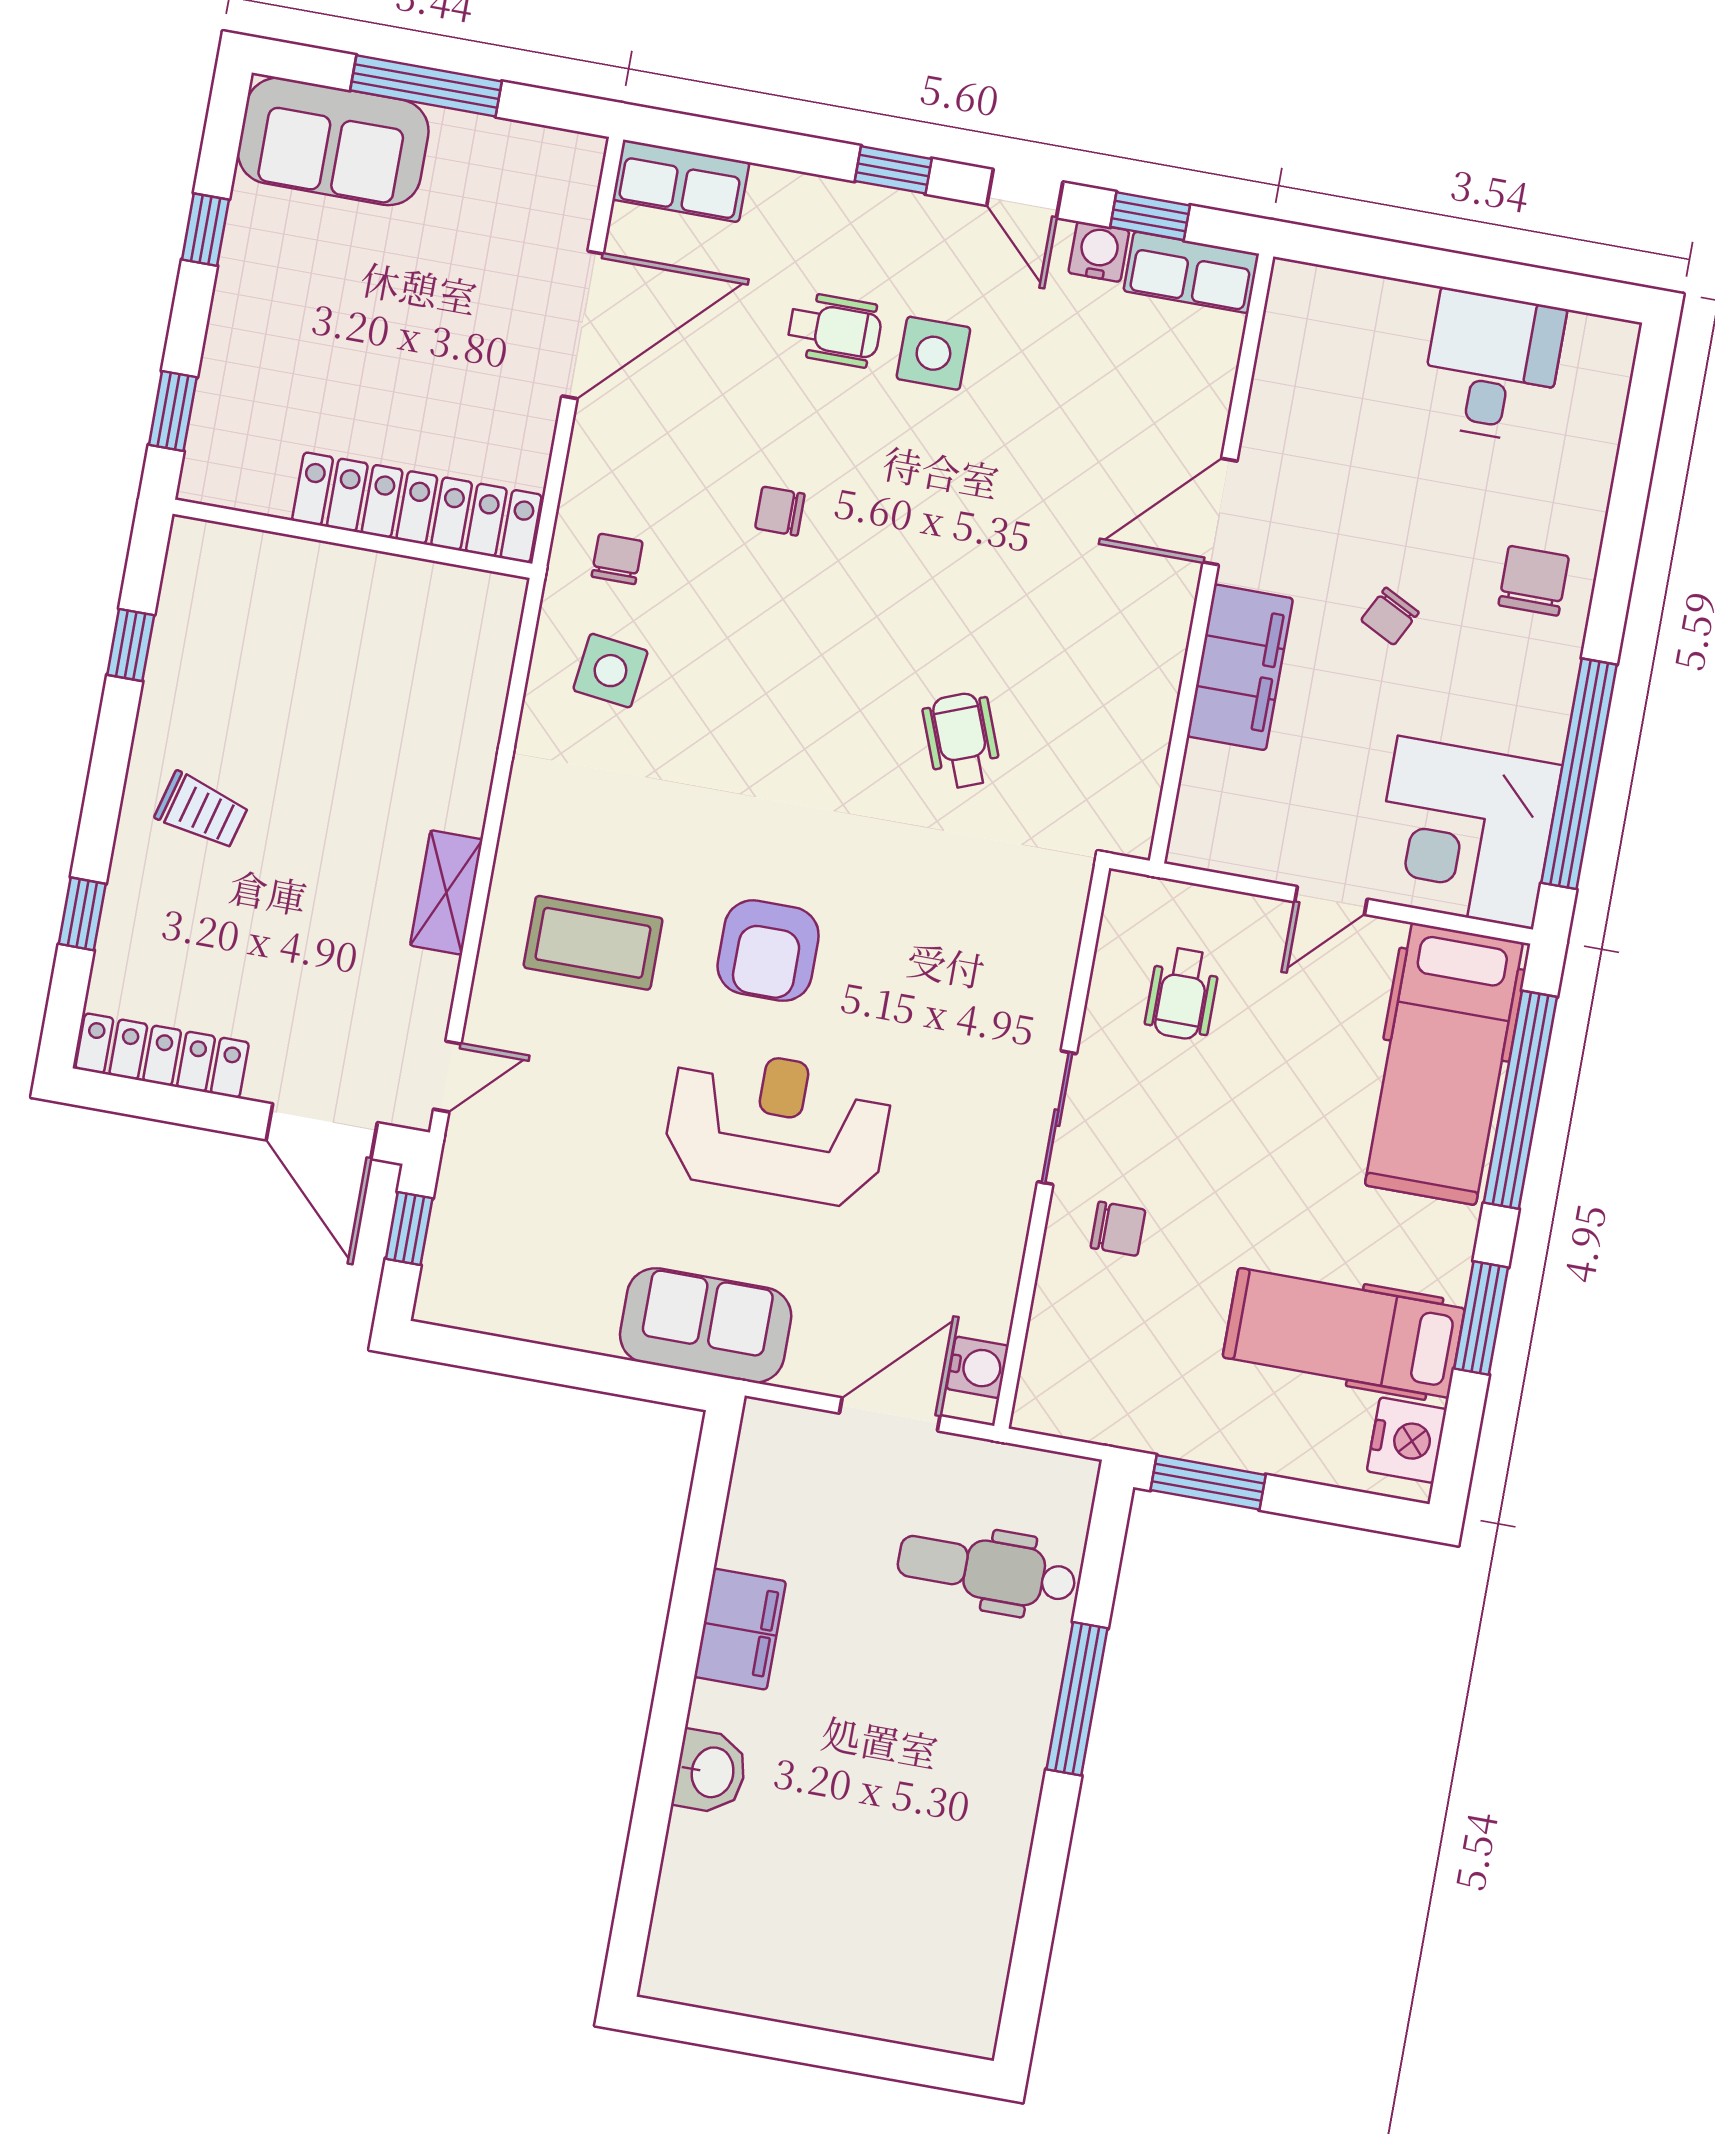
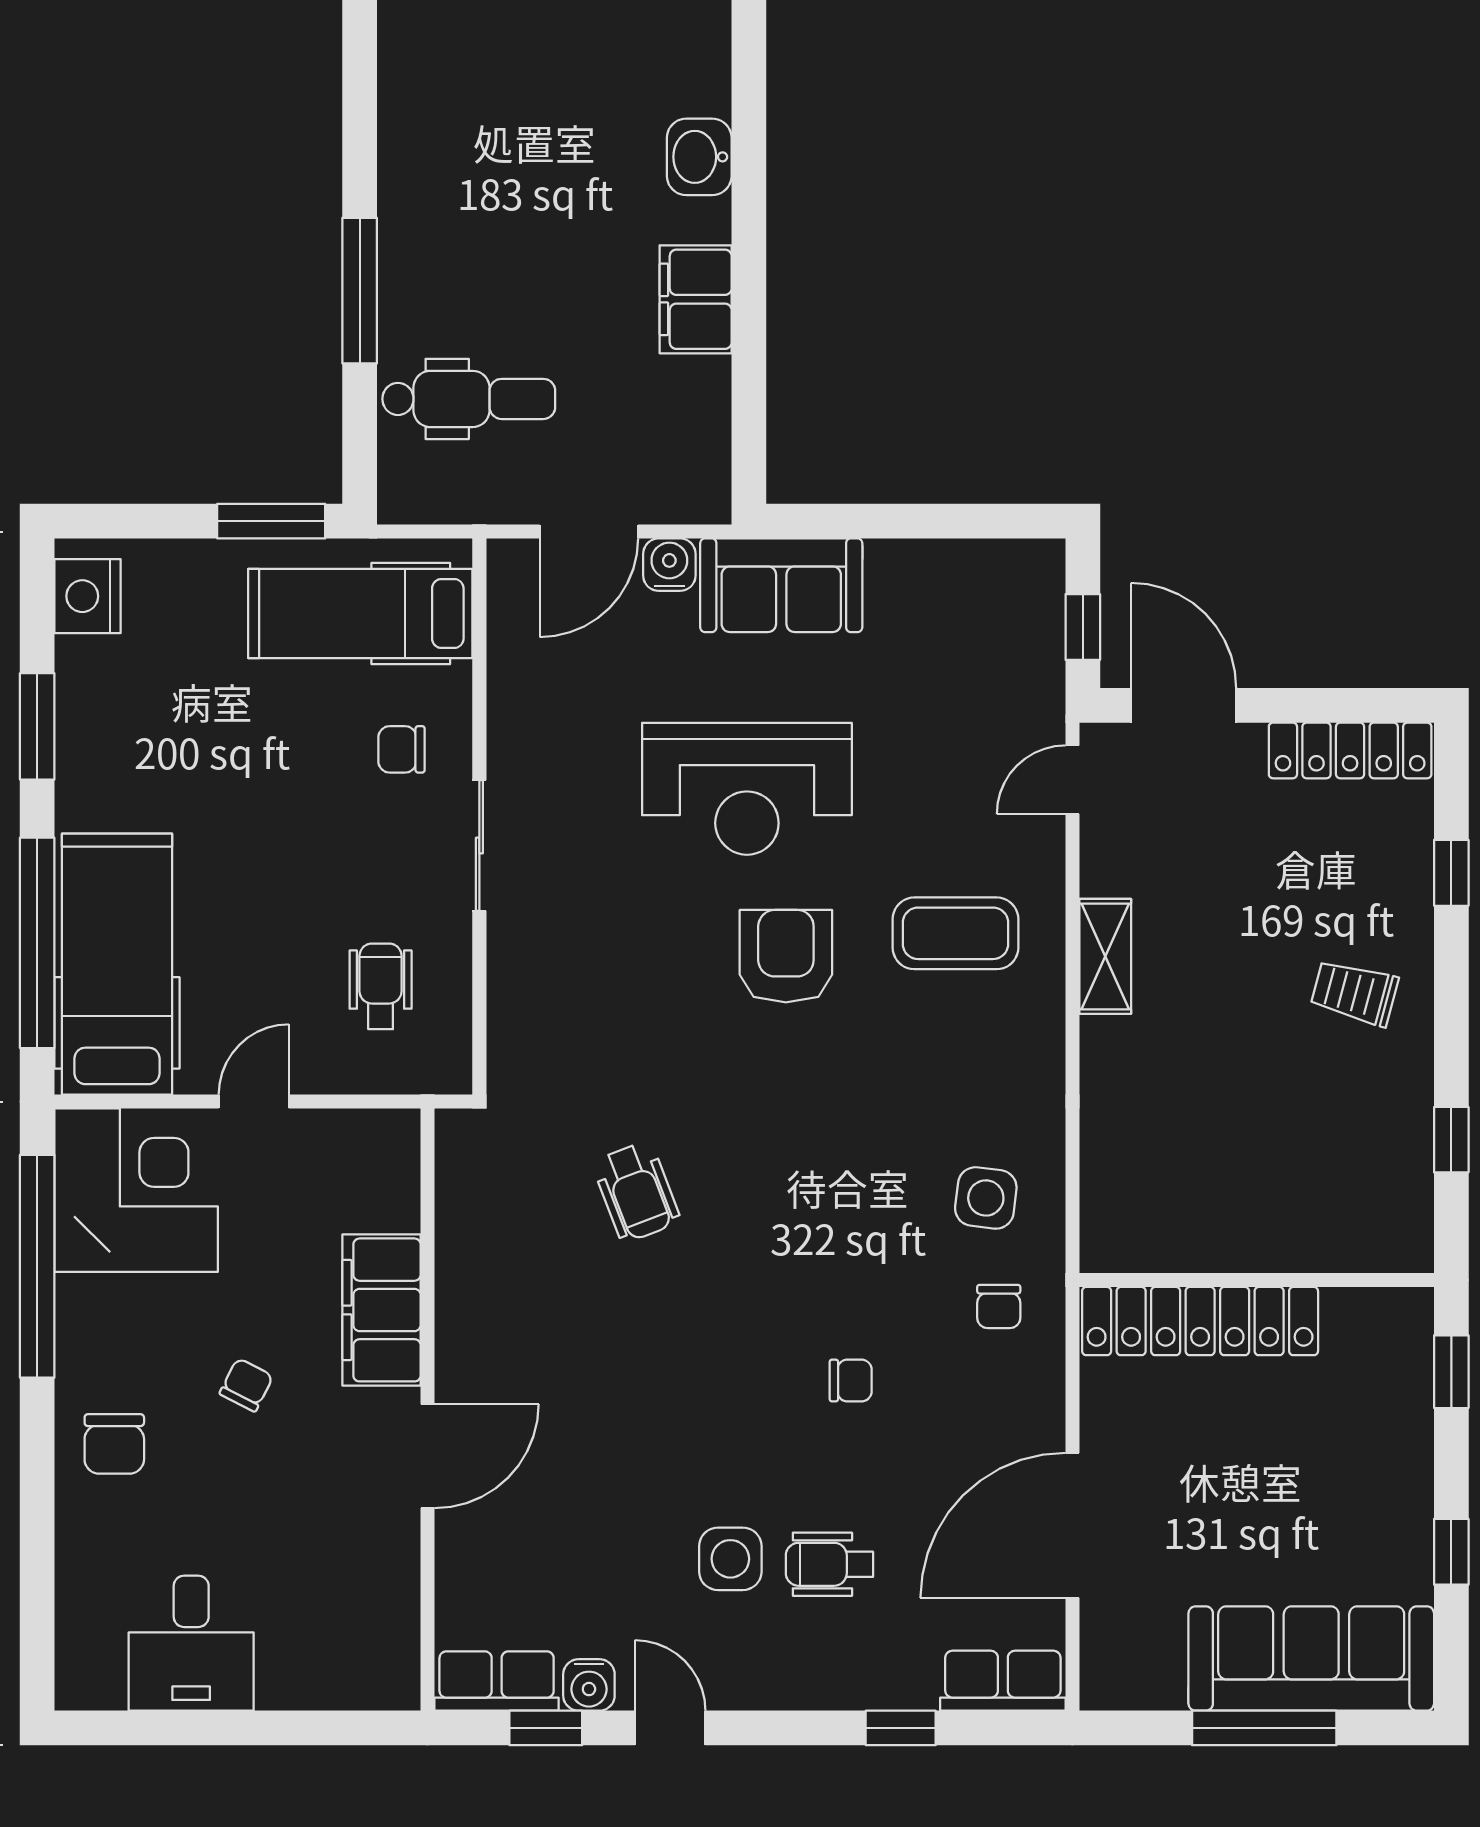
sofa: (333, 141) -> (1311, 1658), width x1.36
window: (893, 170) -> (901, 1728), moved
hospital bed: (1344, 1333) -> (360, 614), moved, turned 180
water cooler: (978, 1367) -> (669, 565), moved, turned 90

